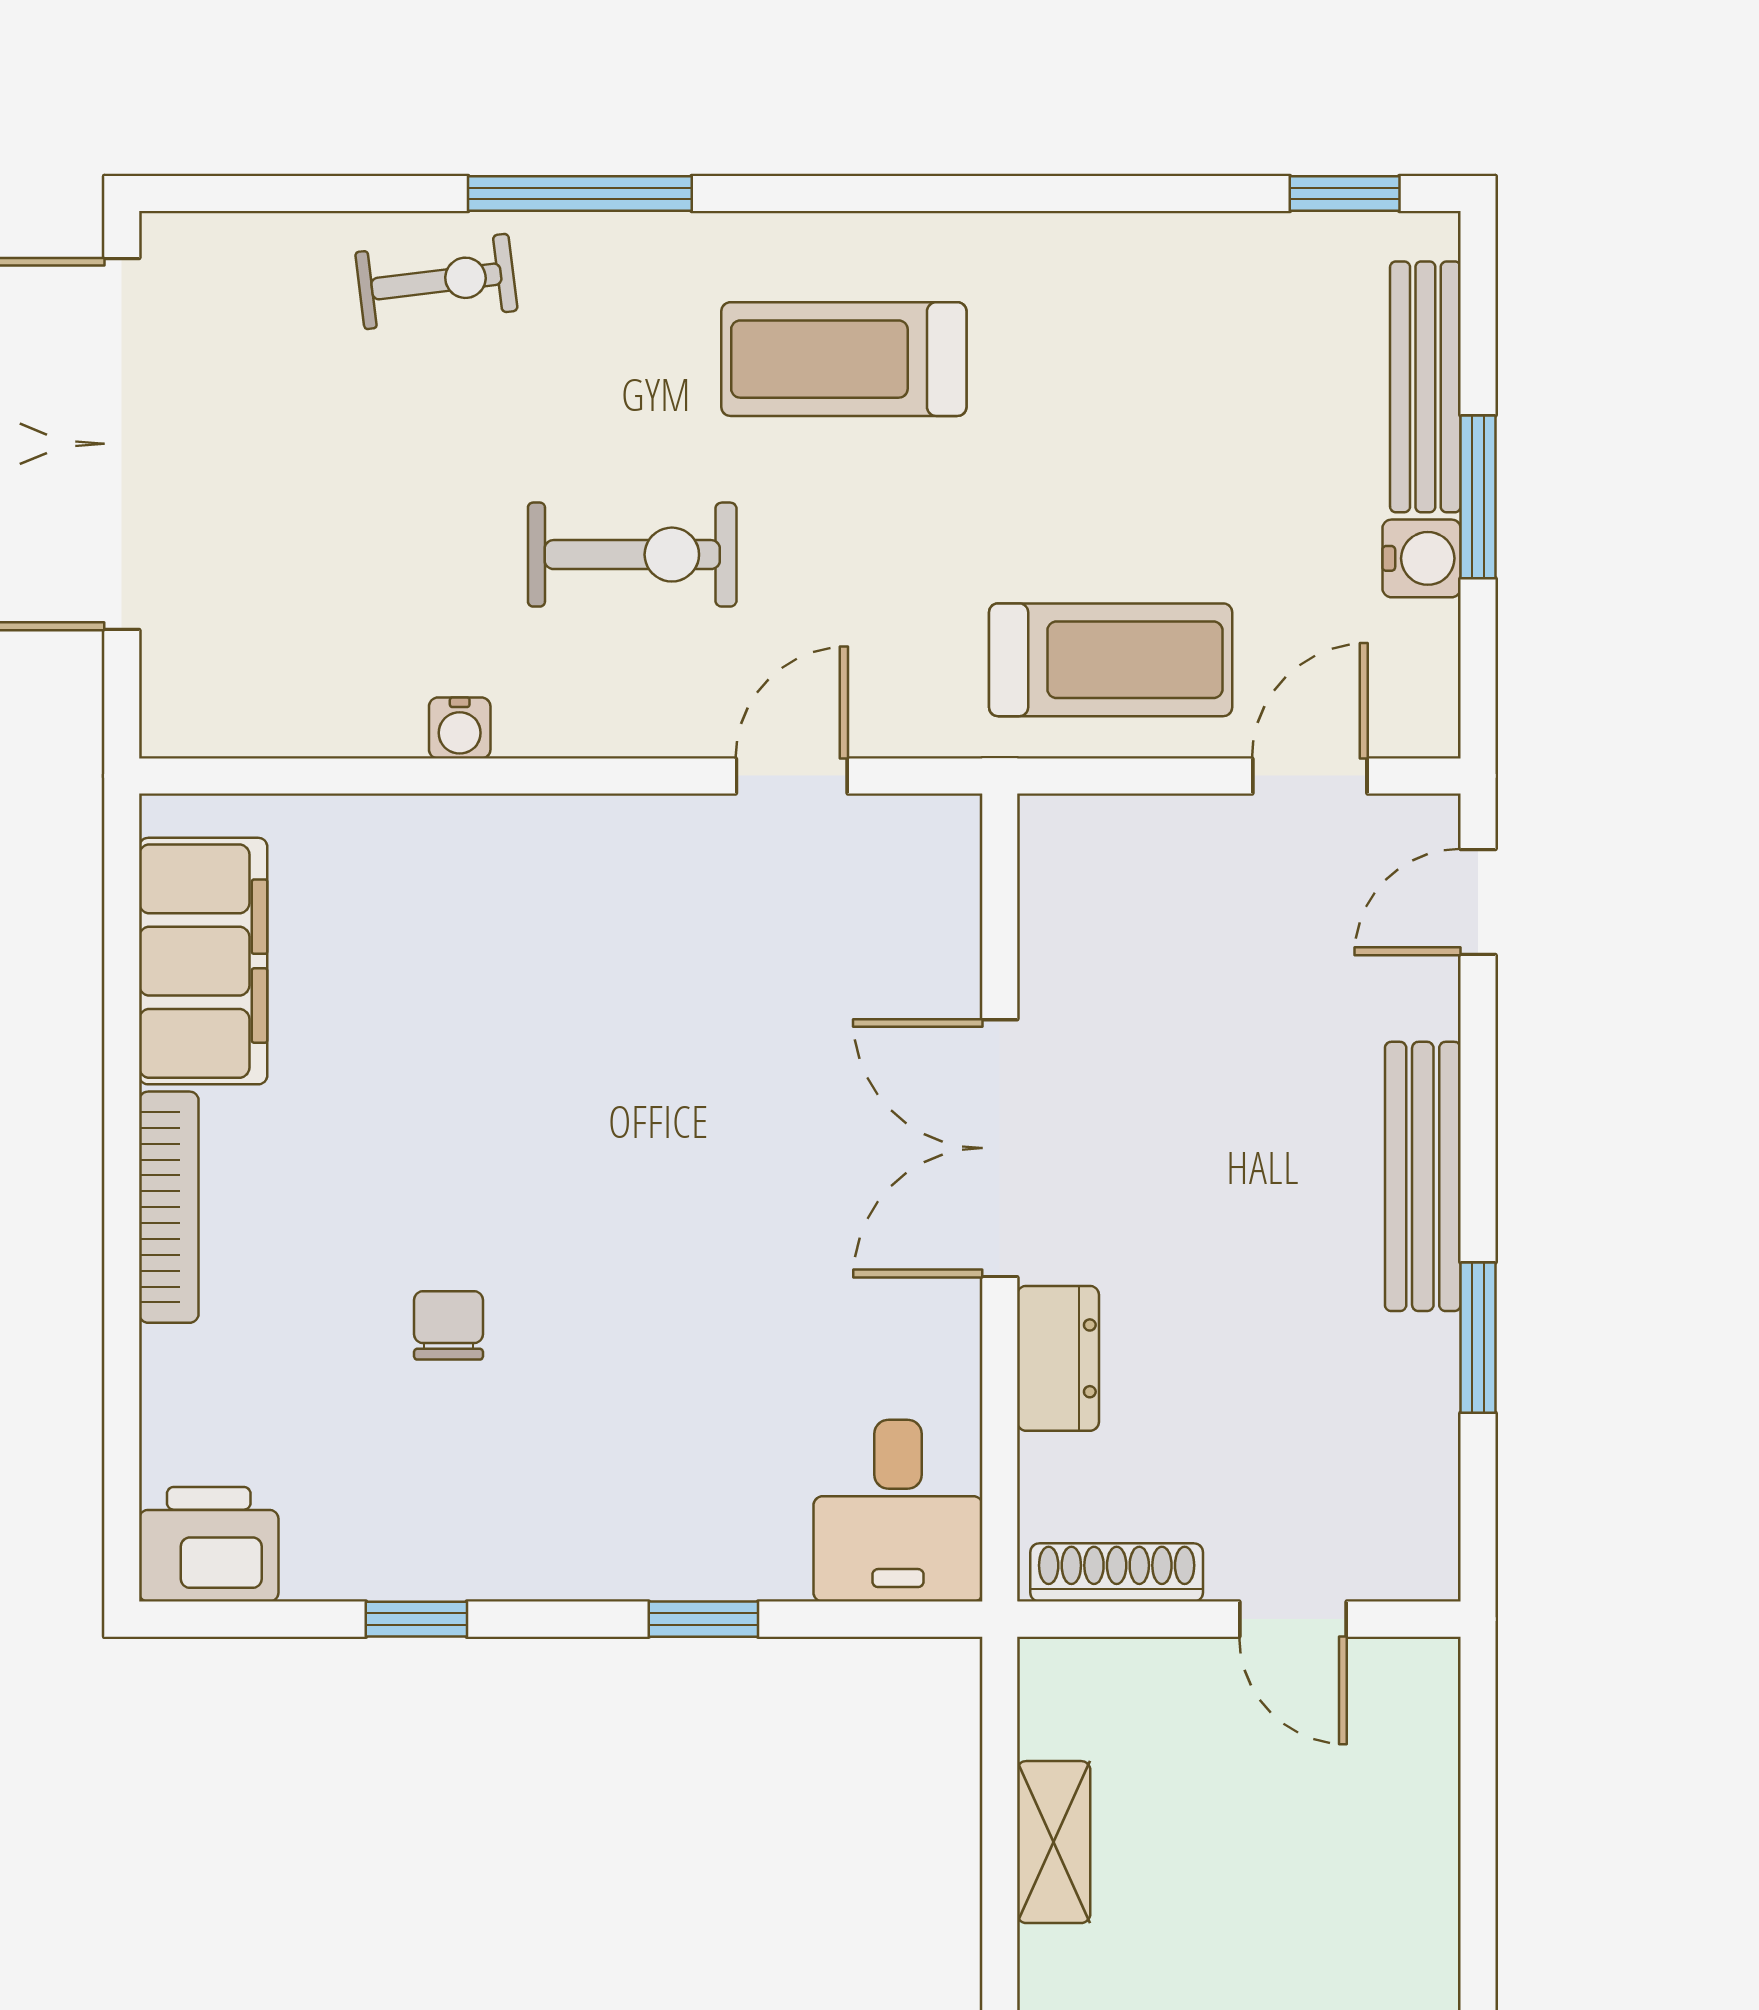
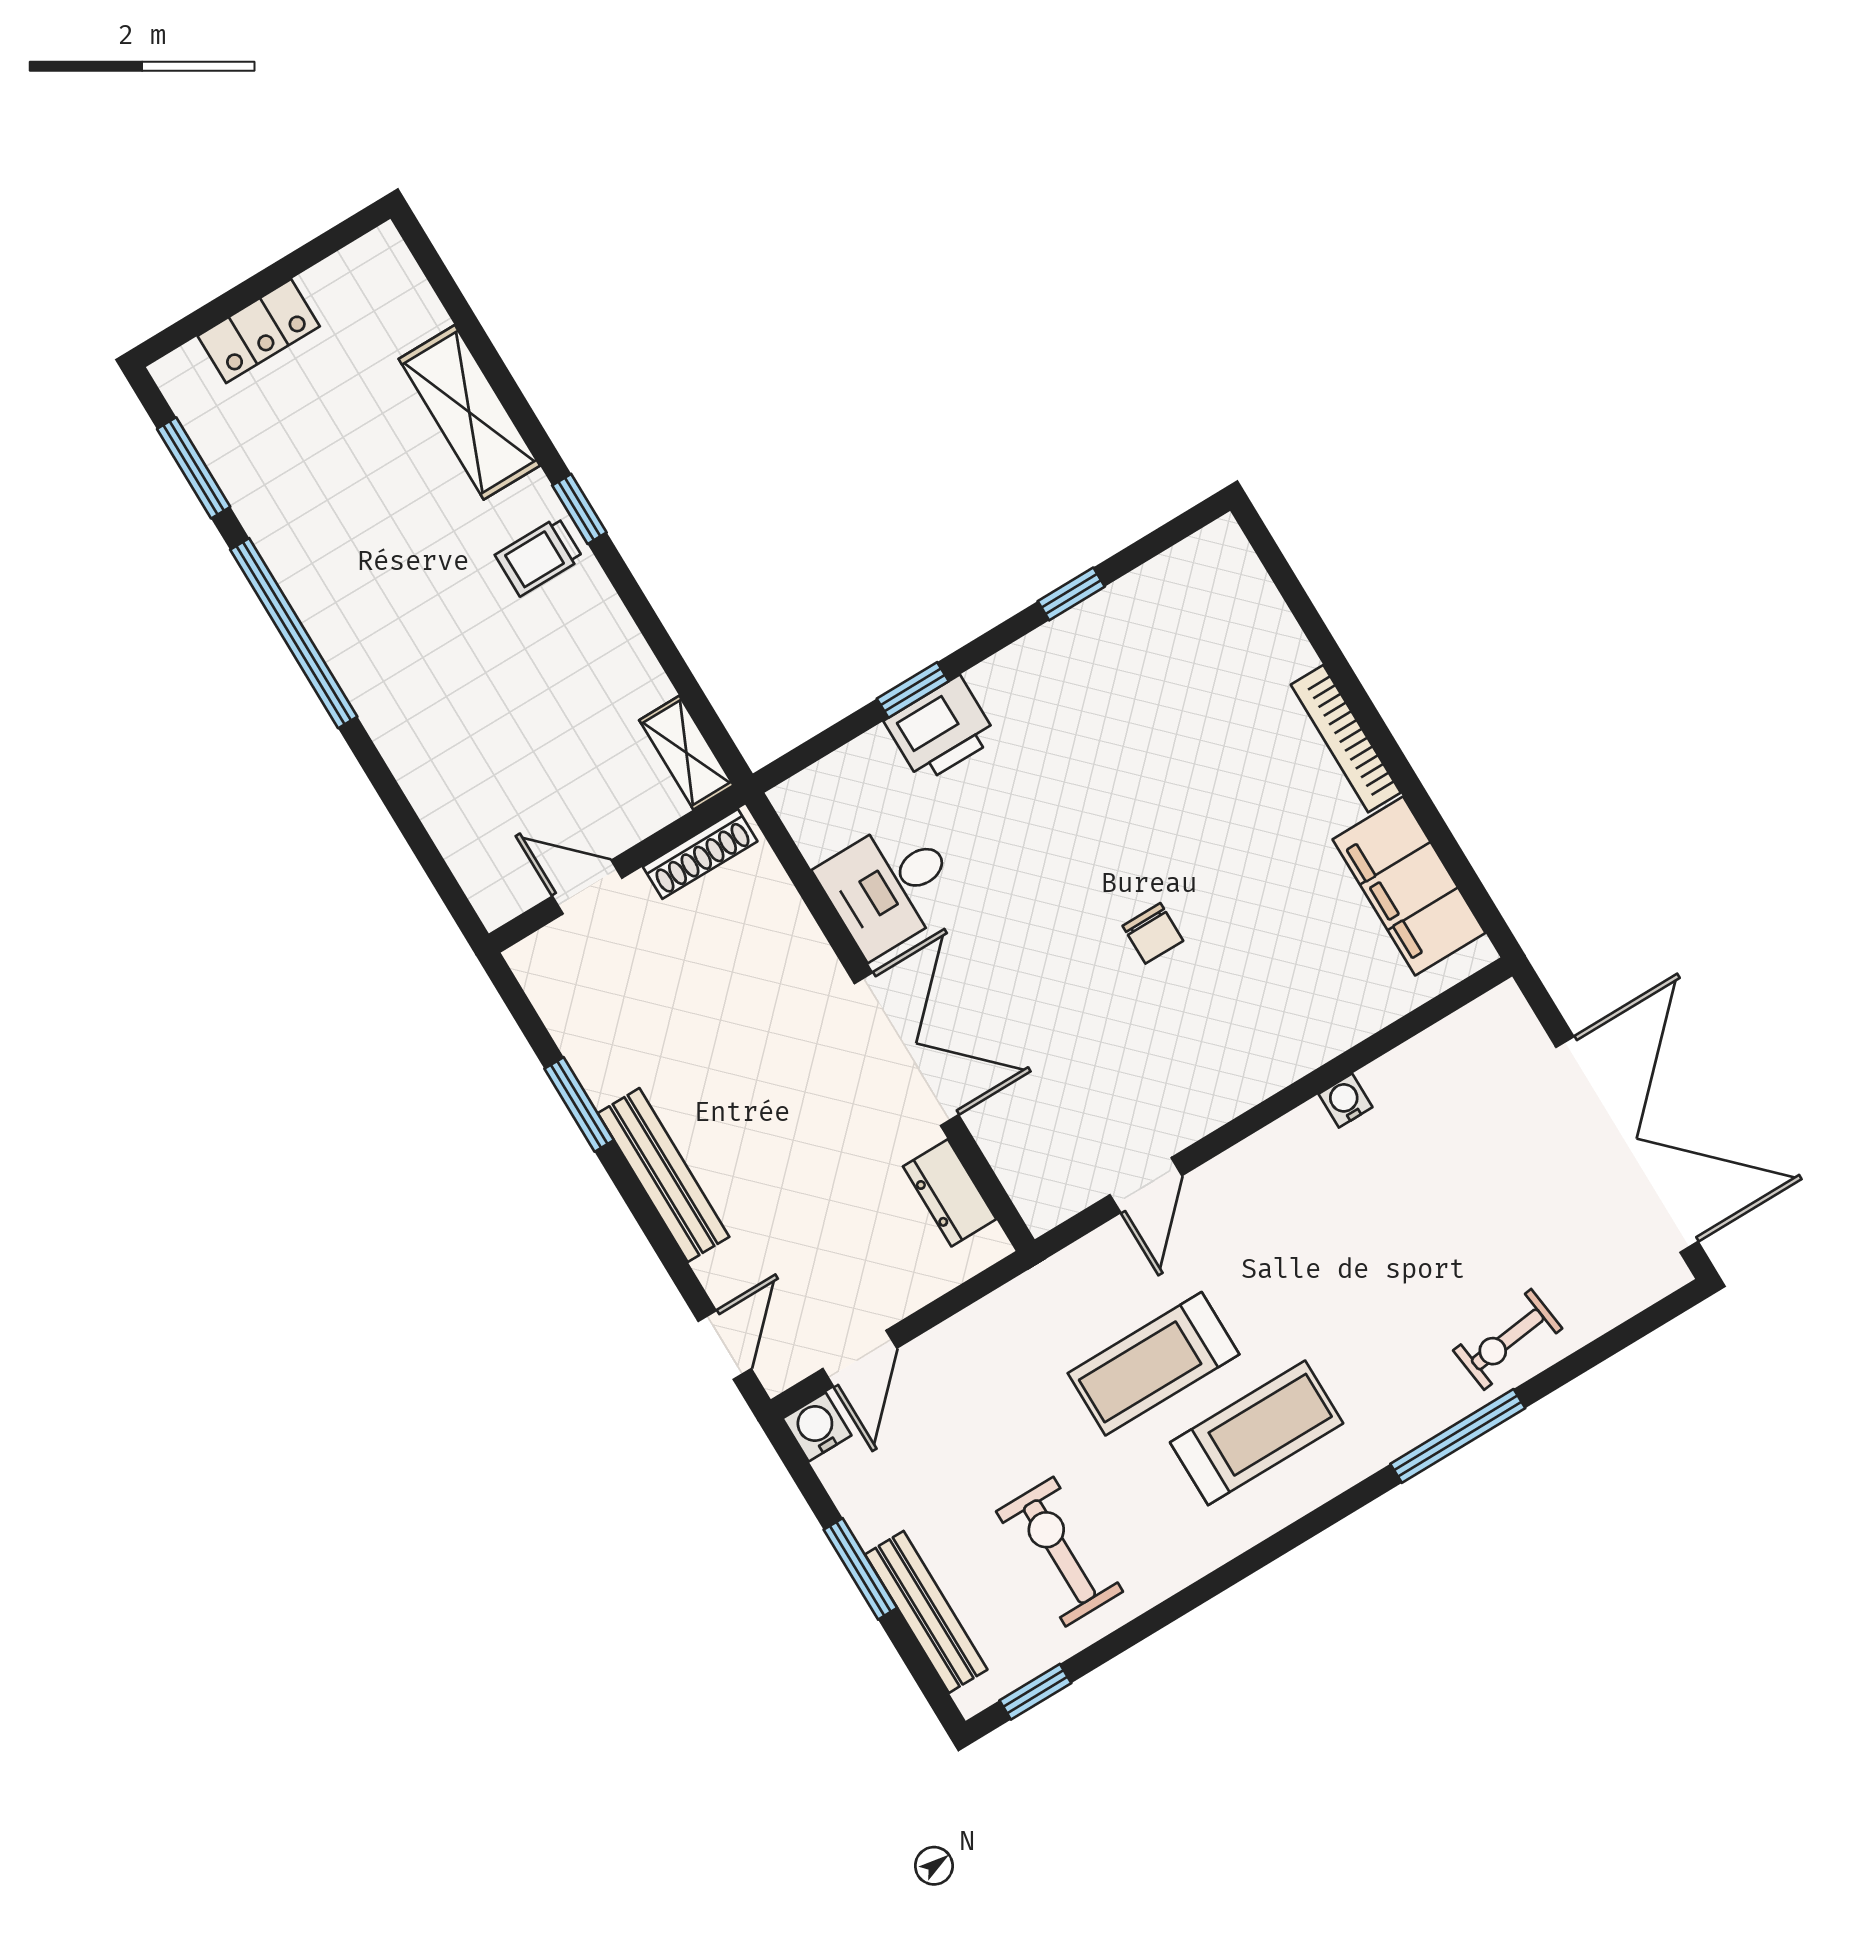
exercise bike: (632, 555) -> (1060, 1552), moved, turned 90
water cooler: (1422, 558) -> (817, 1427), moved, turned 90
treadmill: (1111, 660) -> (1154, 1364), moved
chair: (449, 1325) -> (1153, 933), moved
dresser: (1058, 1358) -> (950, 1193), moved
desk: (898, 1511) -> (890, 886), moved, turned -90
printer: (209, 1544) -> (941, 729), moved
shelving: (1054, 1842) -> (686, 753), moved

